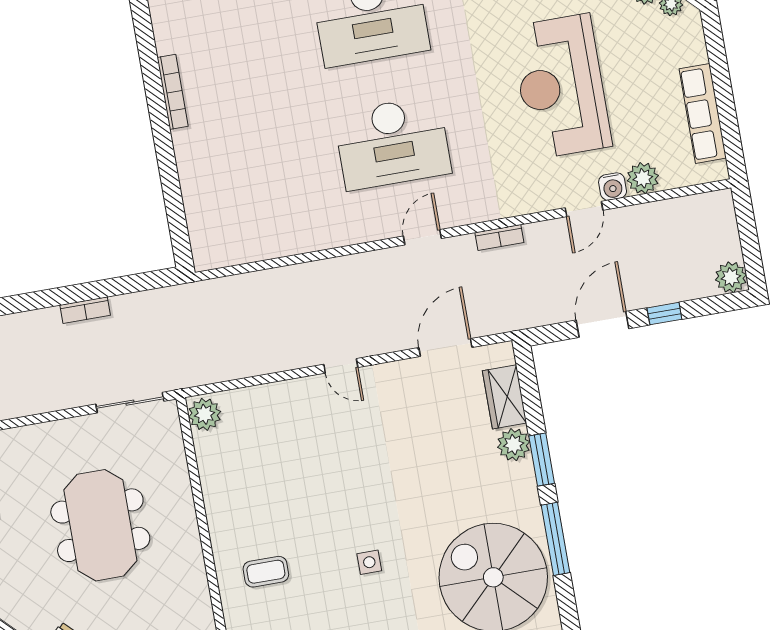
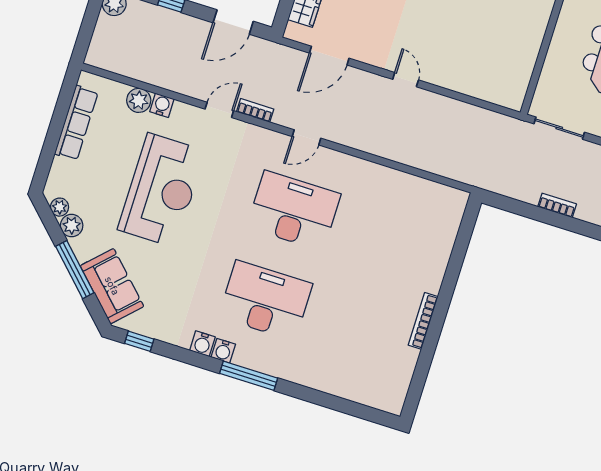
door: (584, 209) -> (219, 110), moved
door: (602, 324) -> (233, 22), moved
plant: (205, 414) -> (513, 94), removed

